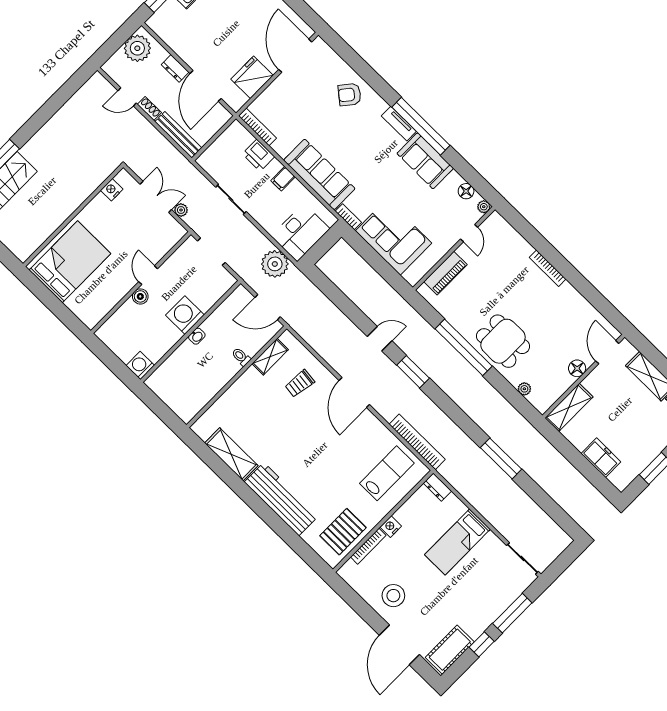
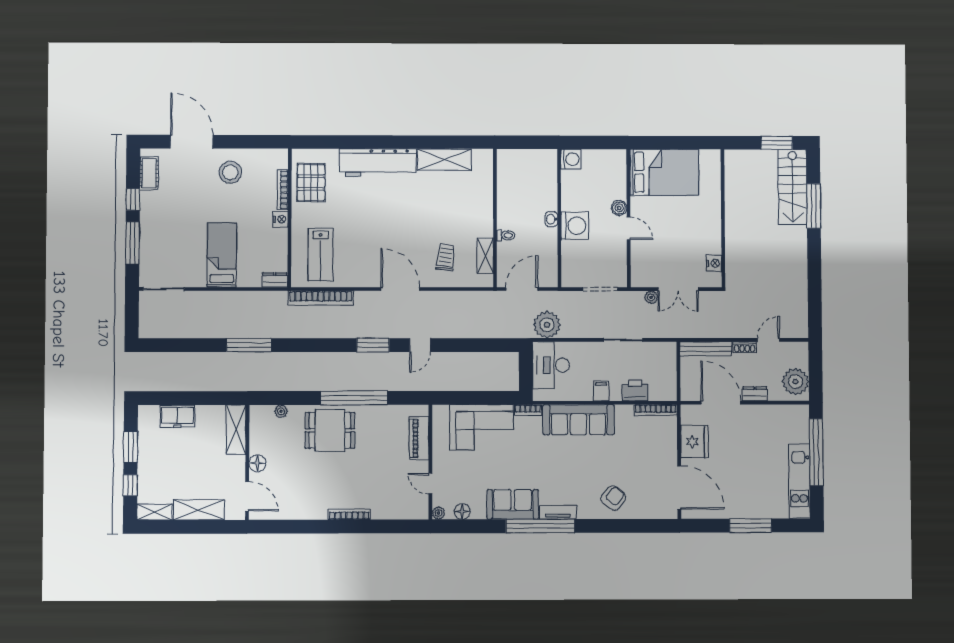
bed: (70, 262) -> (664, 172), moved, turned -90
cot: (450, 650) -> (149, 173), width x0.73, depth x0.75

